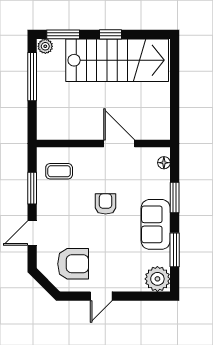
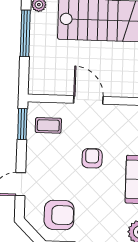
door: (119, 144) -> (88, 100), moved
window: (32, 188) -> (22, 124), moved

